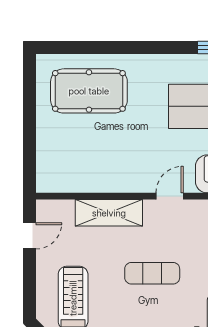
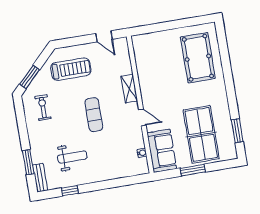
shelving: (109, 213) -> (129, 89), width x0.67, depth x0.75

